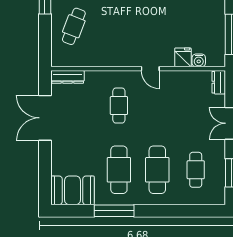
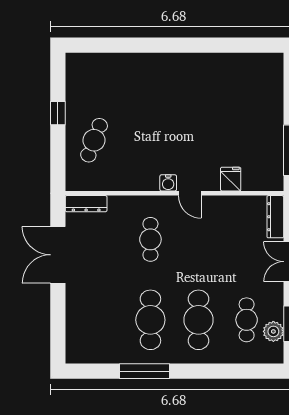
water cooler: (199, 60) -> (168, 183), moved
dresser: (219, 82) -> (275, 217), width x1.44
plant: (217, 179) -> (273, 331), added
booth: (73, 190) -> (92, 346), removed

